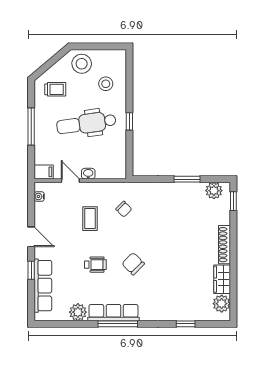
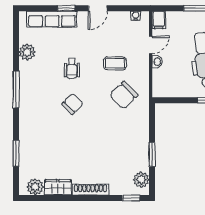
chair: (124, 209) -> (124, 95), width x1.87, depth x1.87
row of seats: (113, 313) -> (27, 85), removed
window: (186, 324) -> (16, 153), width x1.50

